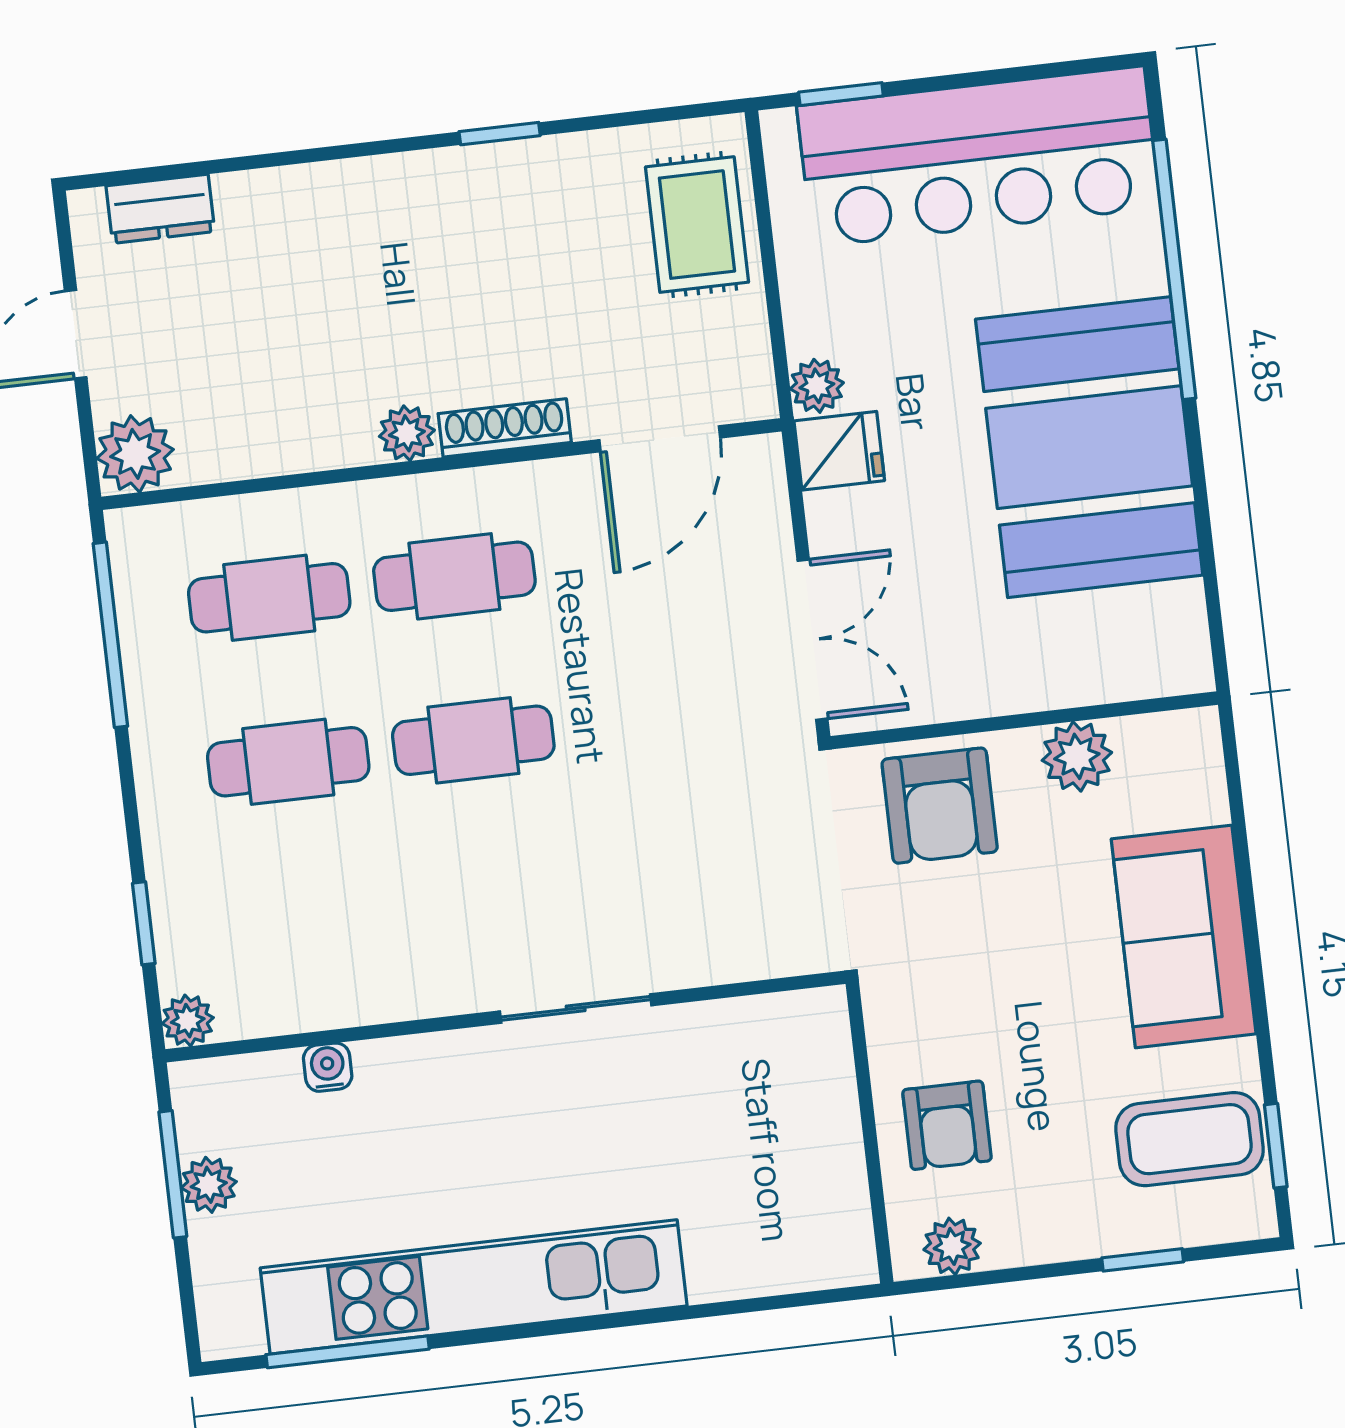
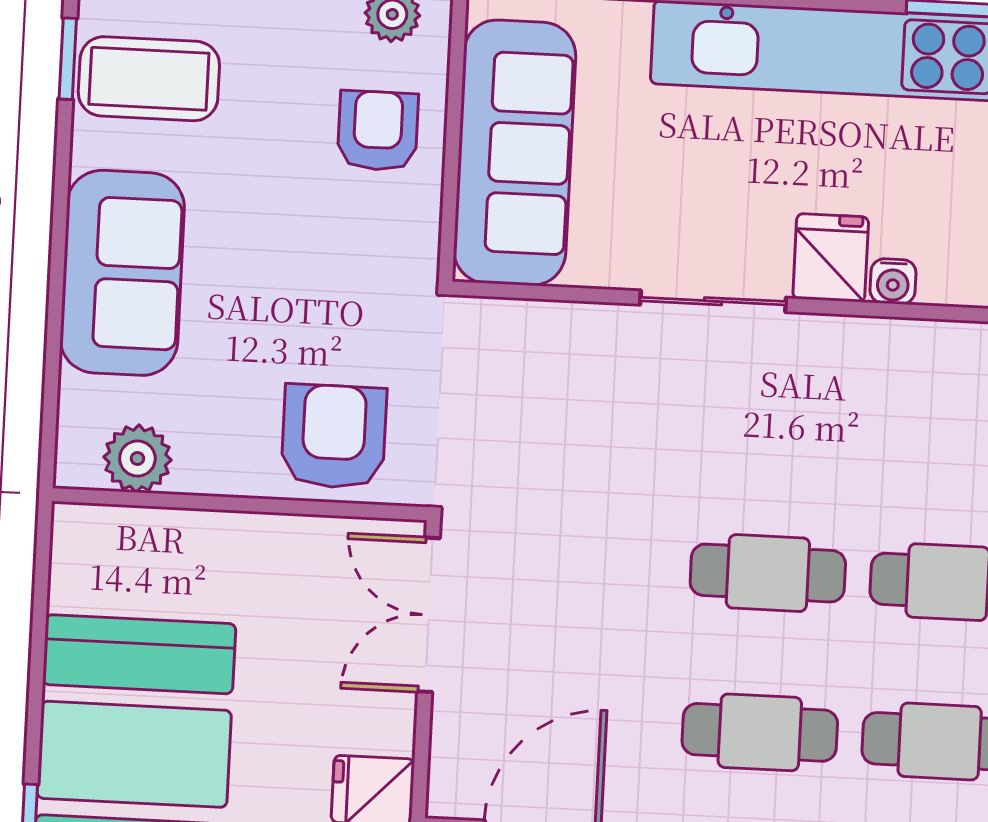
plant: (1077, 756) -> (137, 458), moved
water cooler: (328, 1067) -> (893, 281), moved
fridge: (463, 1073) -> (831, 258), added
sofa: (804, 1126) -> (515, 153), added

